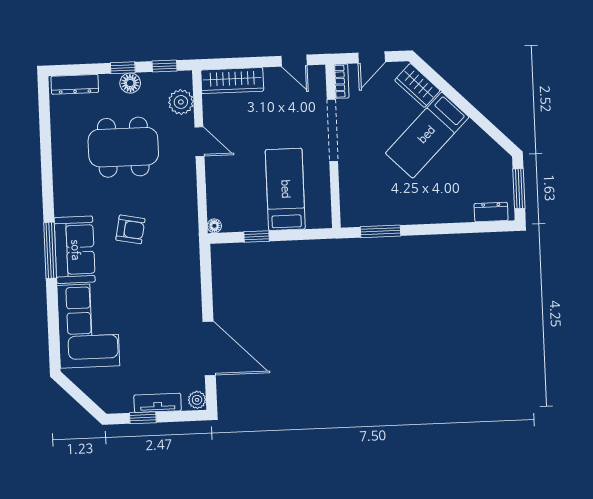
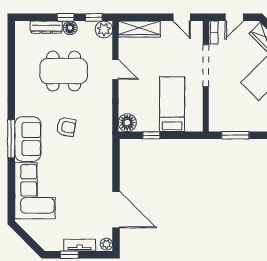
dresser: (75, 84) -> (46, 27), moved
plant: (181, 102) -> (104, 29), moved
floor lamp: (214, 226) -> (127, 123), width x1.89, depth x1.89

